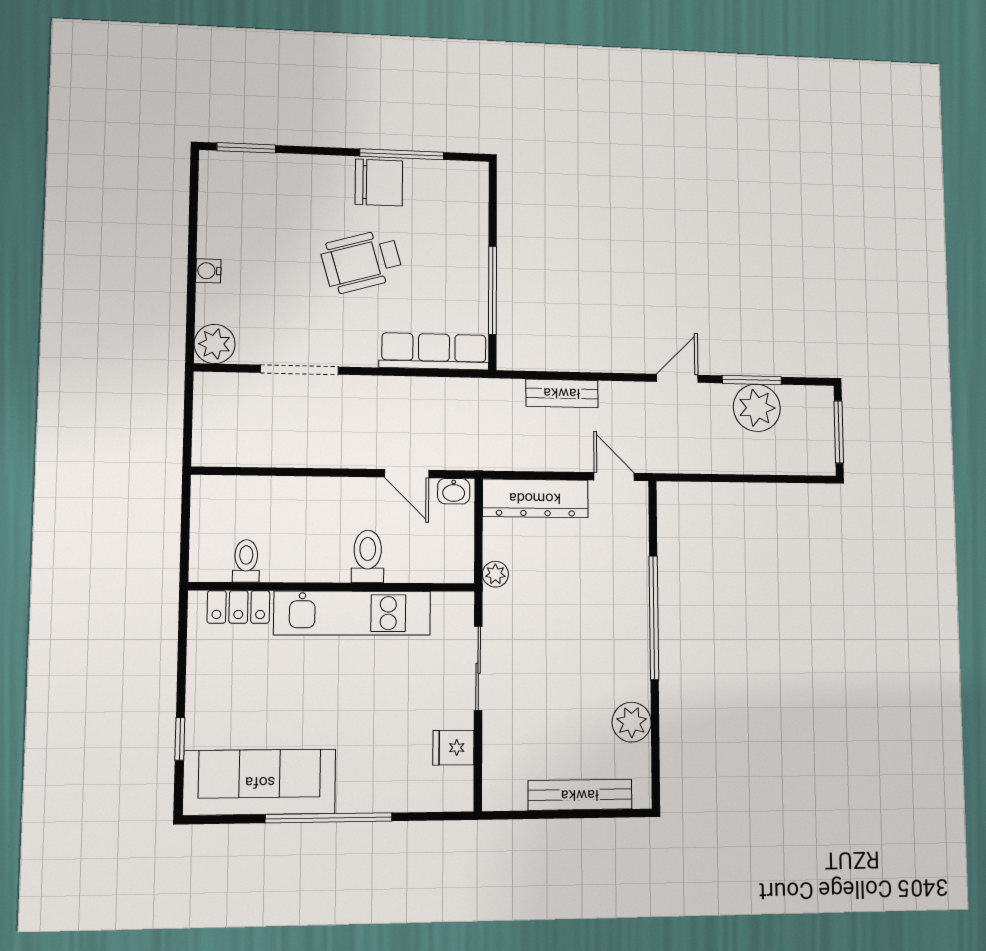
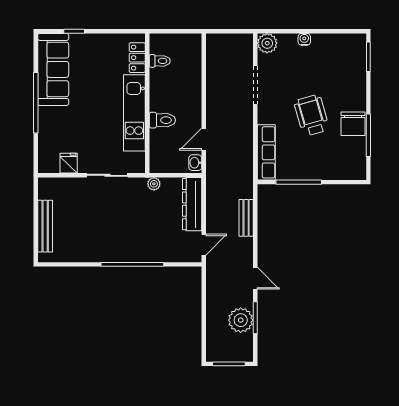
plant: (632, 722) -> (80, 252), removed

